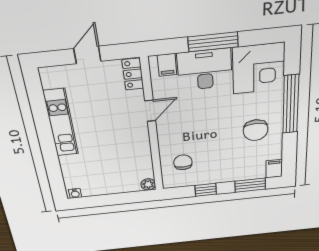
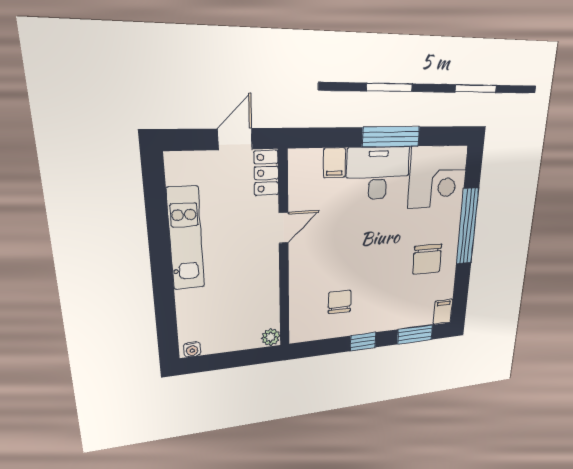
locker: (133, 74) -> (266, 173), moved
door: (150, 111) -> (284, 228), moved
wall: (152, 128) -> (284, 252), moved
plant: (148, 184) -> (271, 337), moved

